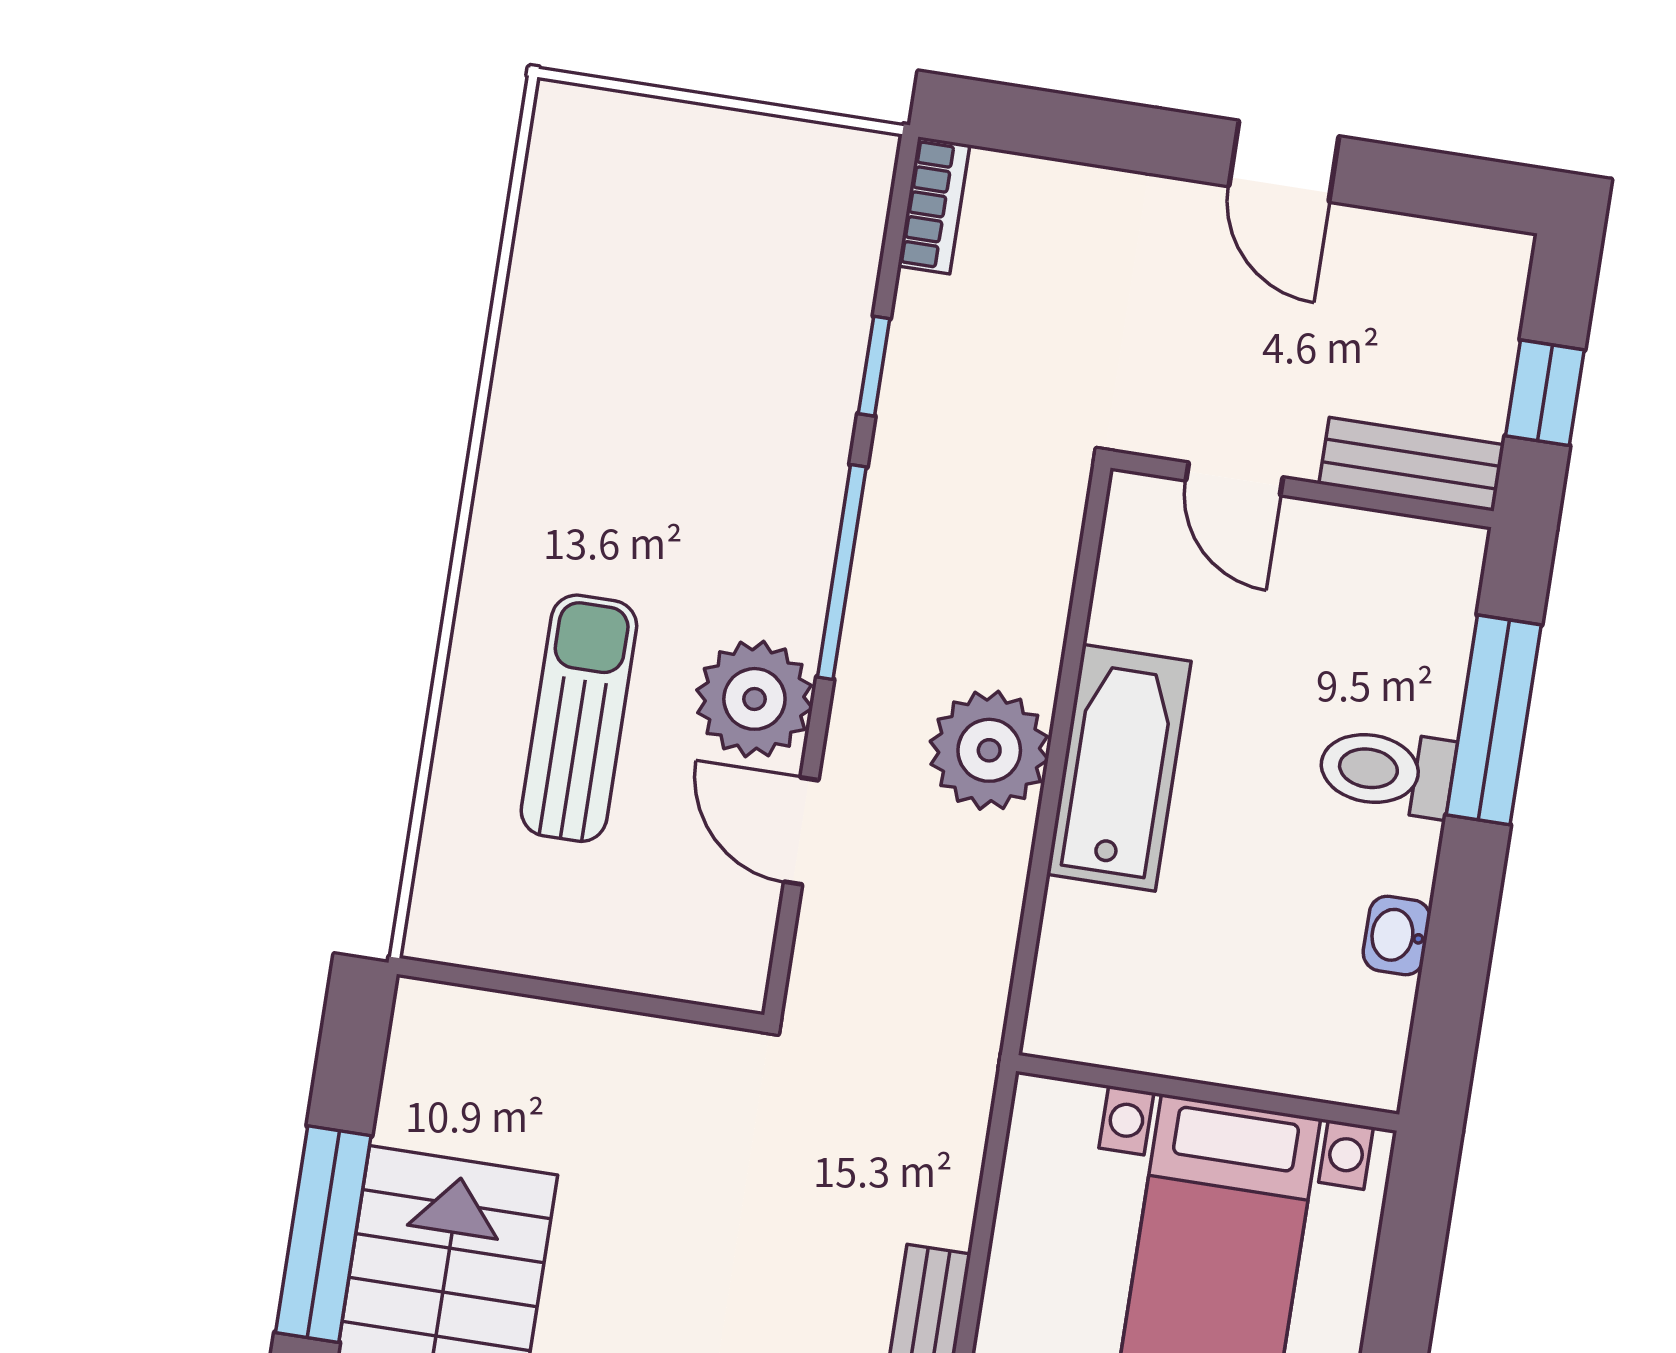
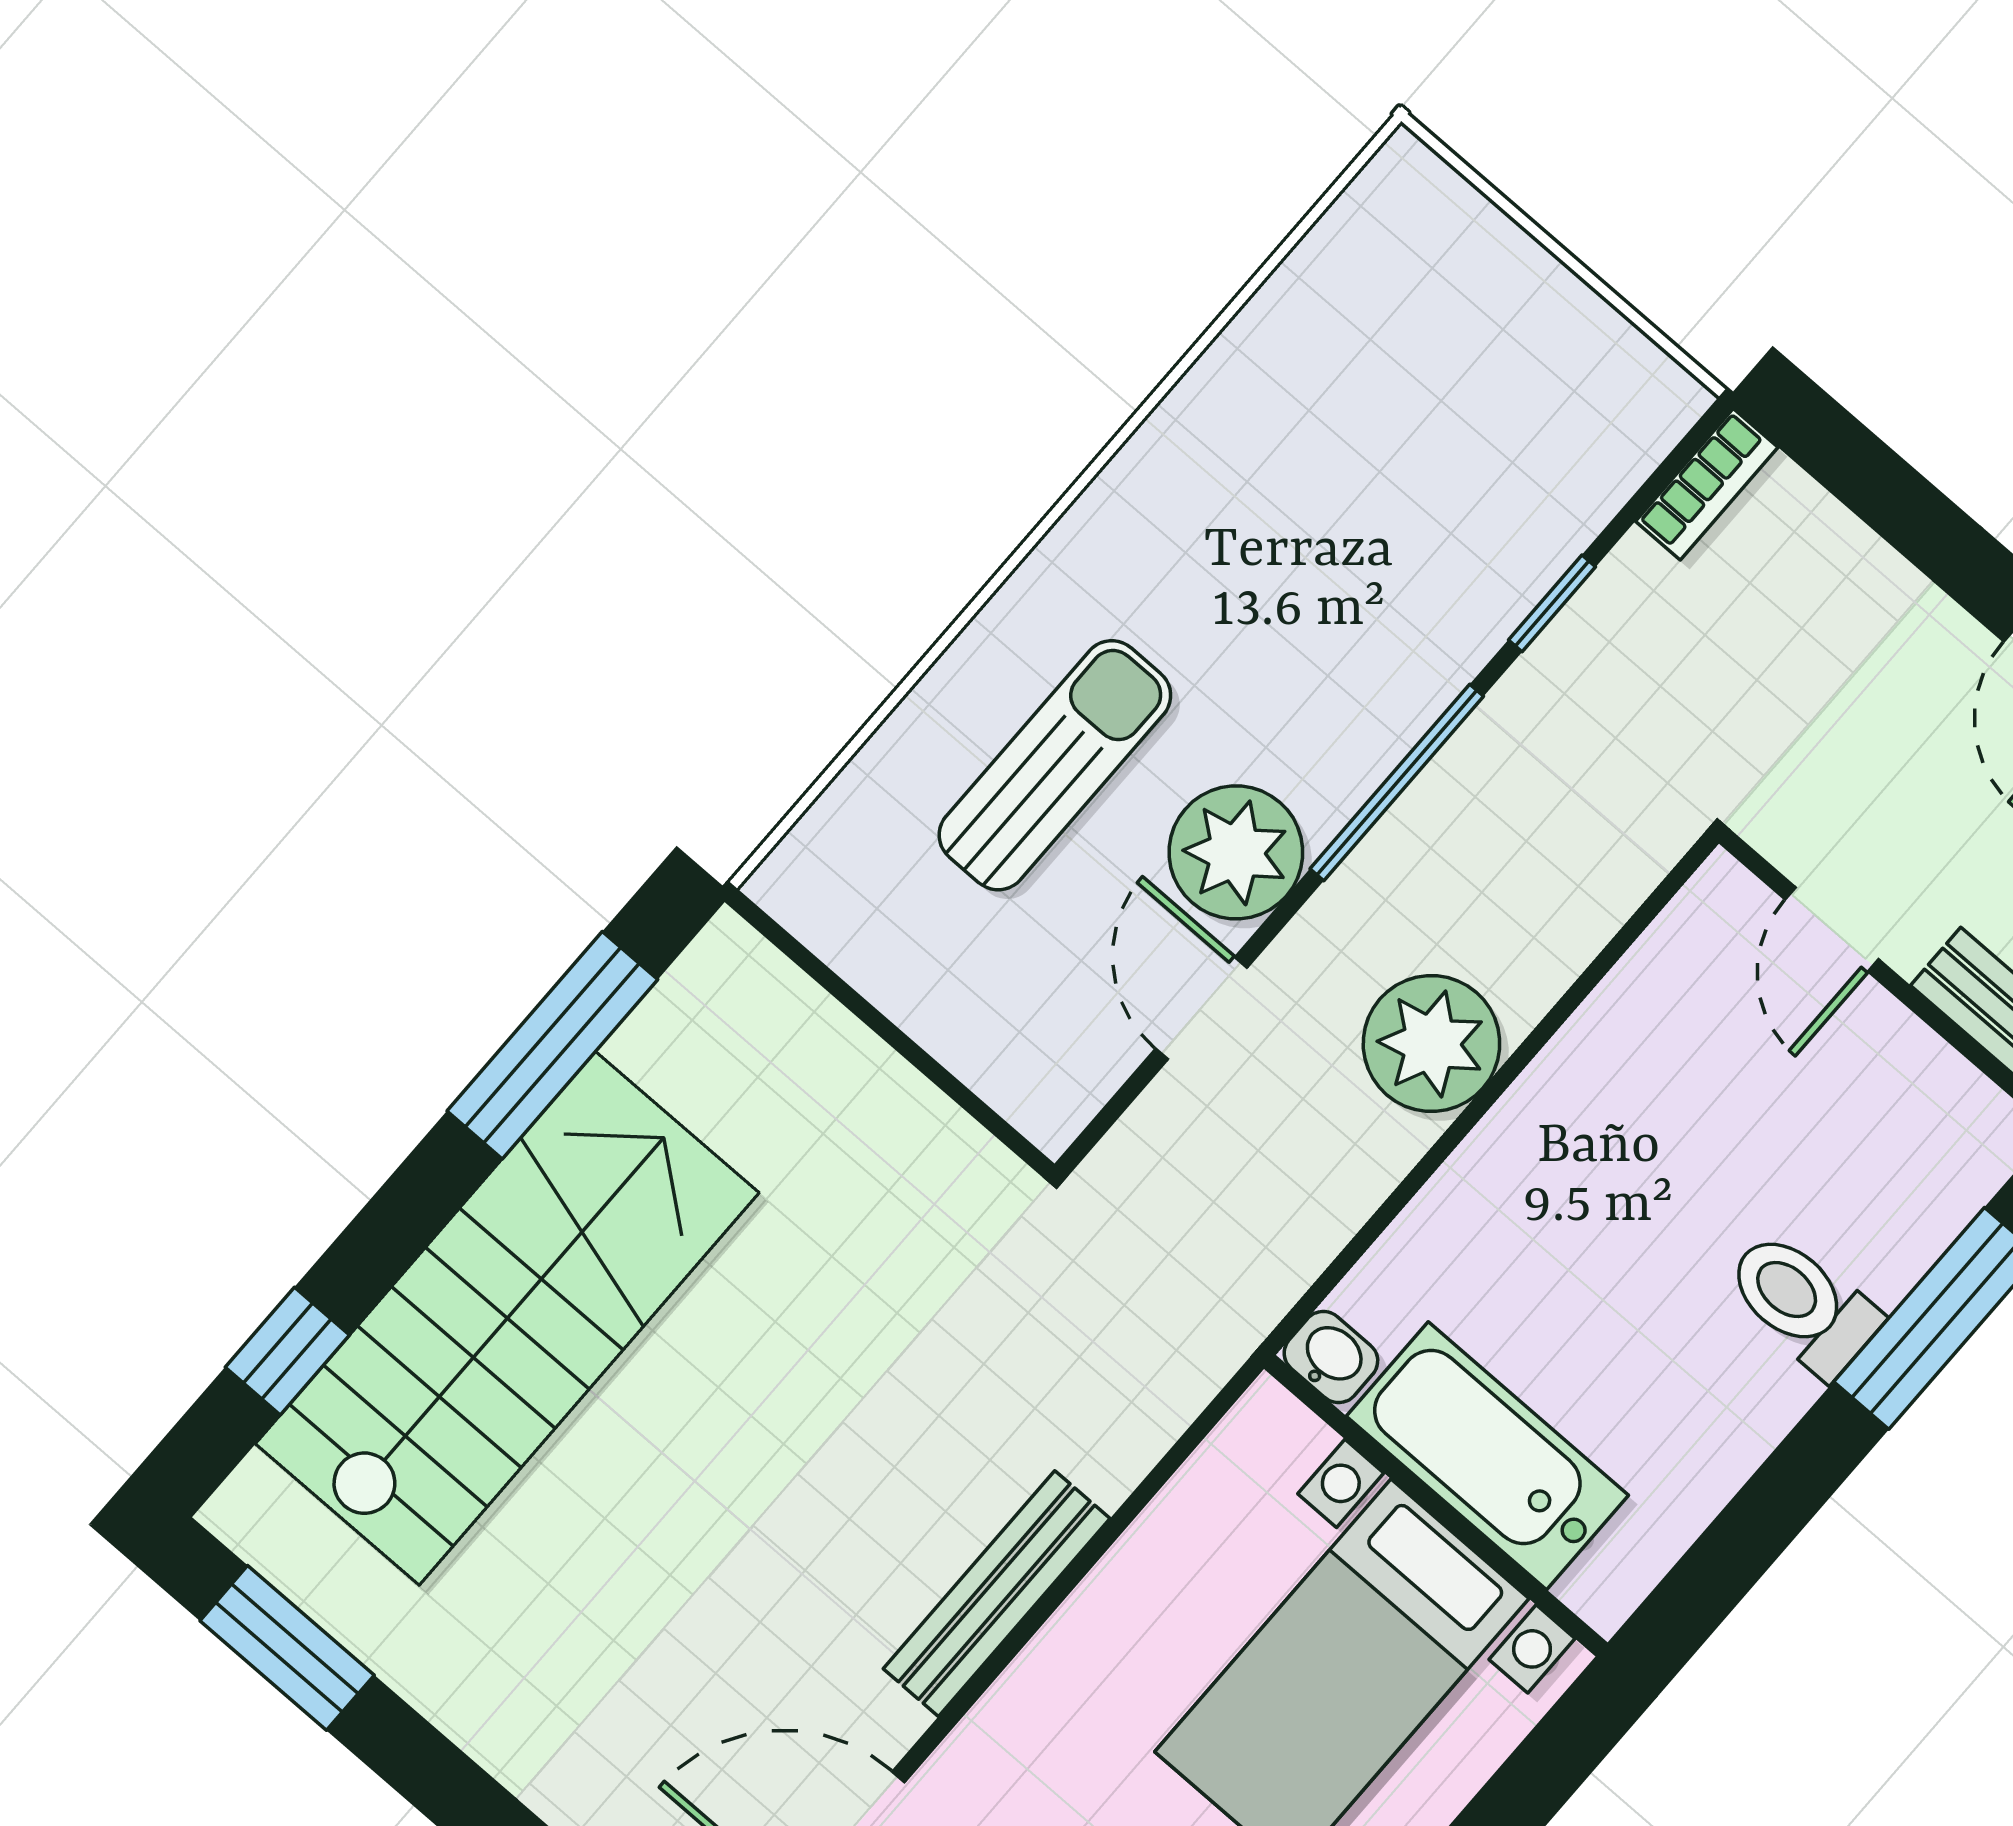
bathtub: (1119, 768) -> (1487, 1456), moved, turned -90
washbasin: (1397, 935) -> (1331, 1357), moved, turned 90
window: (323, 1234) -> (552, 1045), moved

